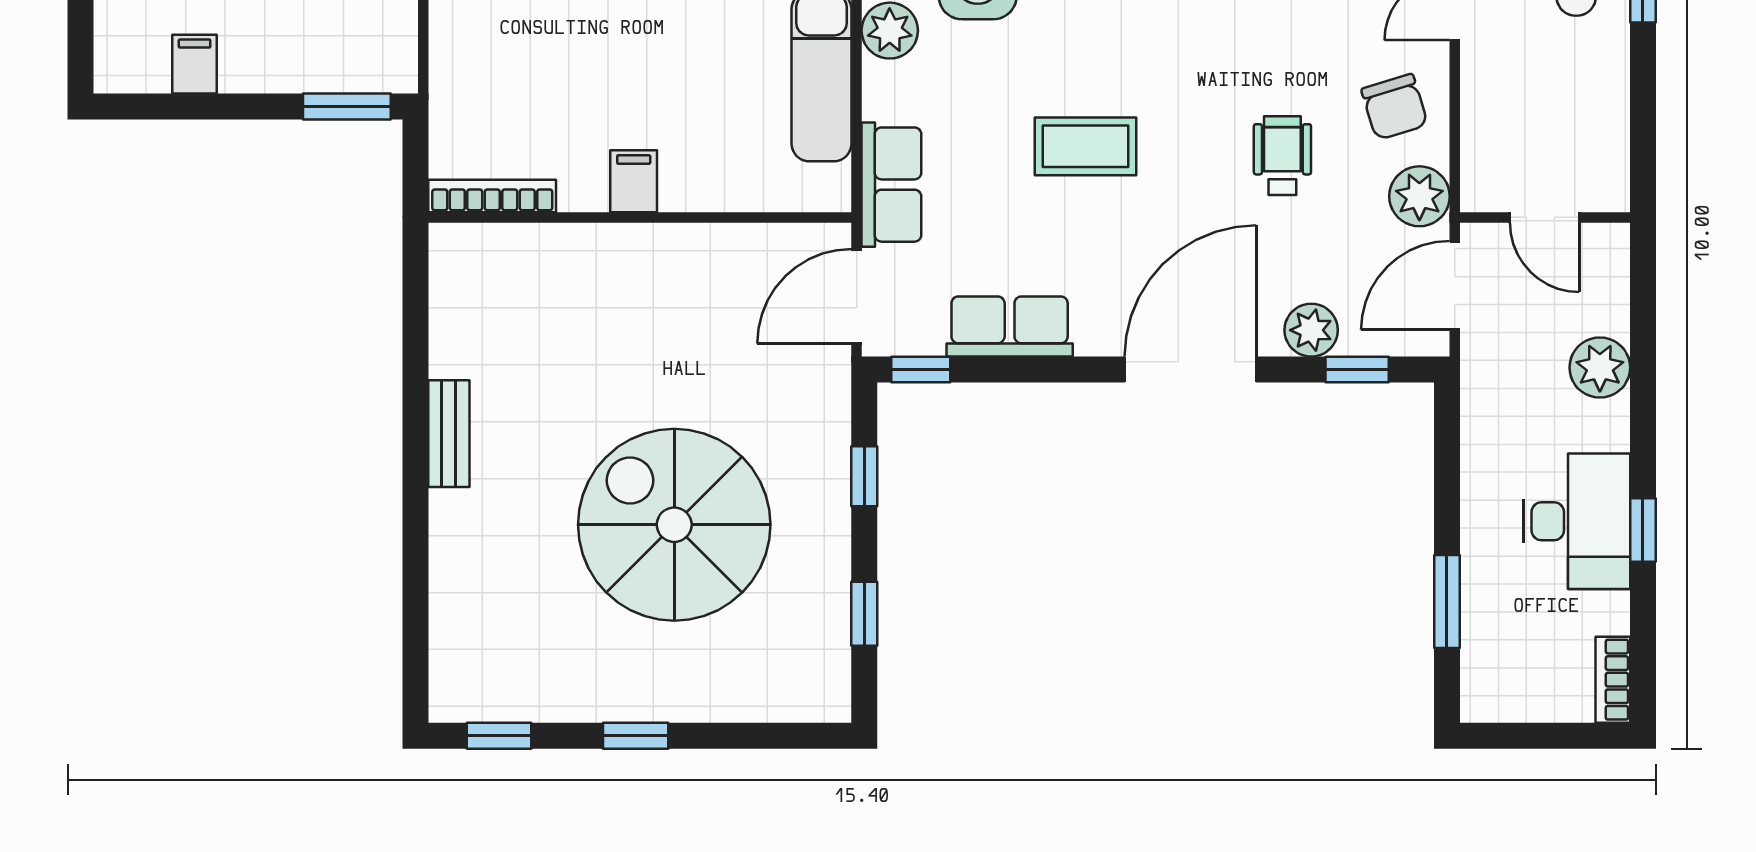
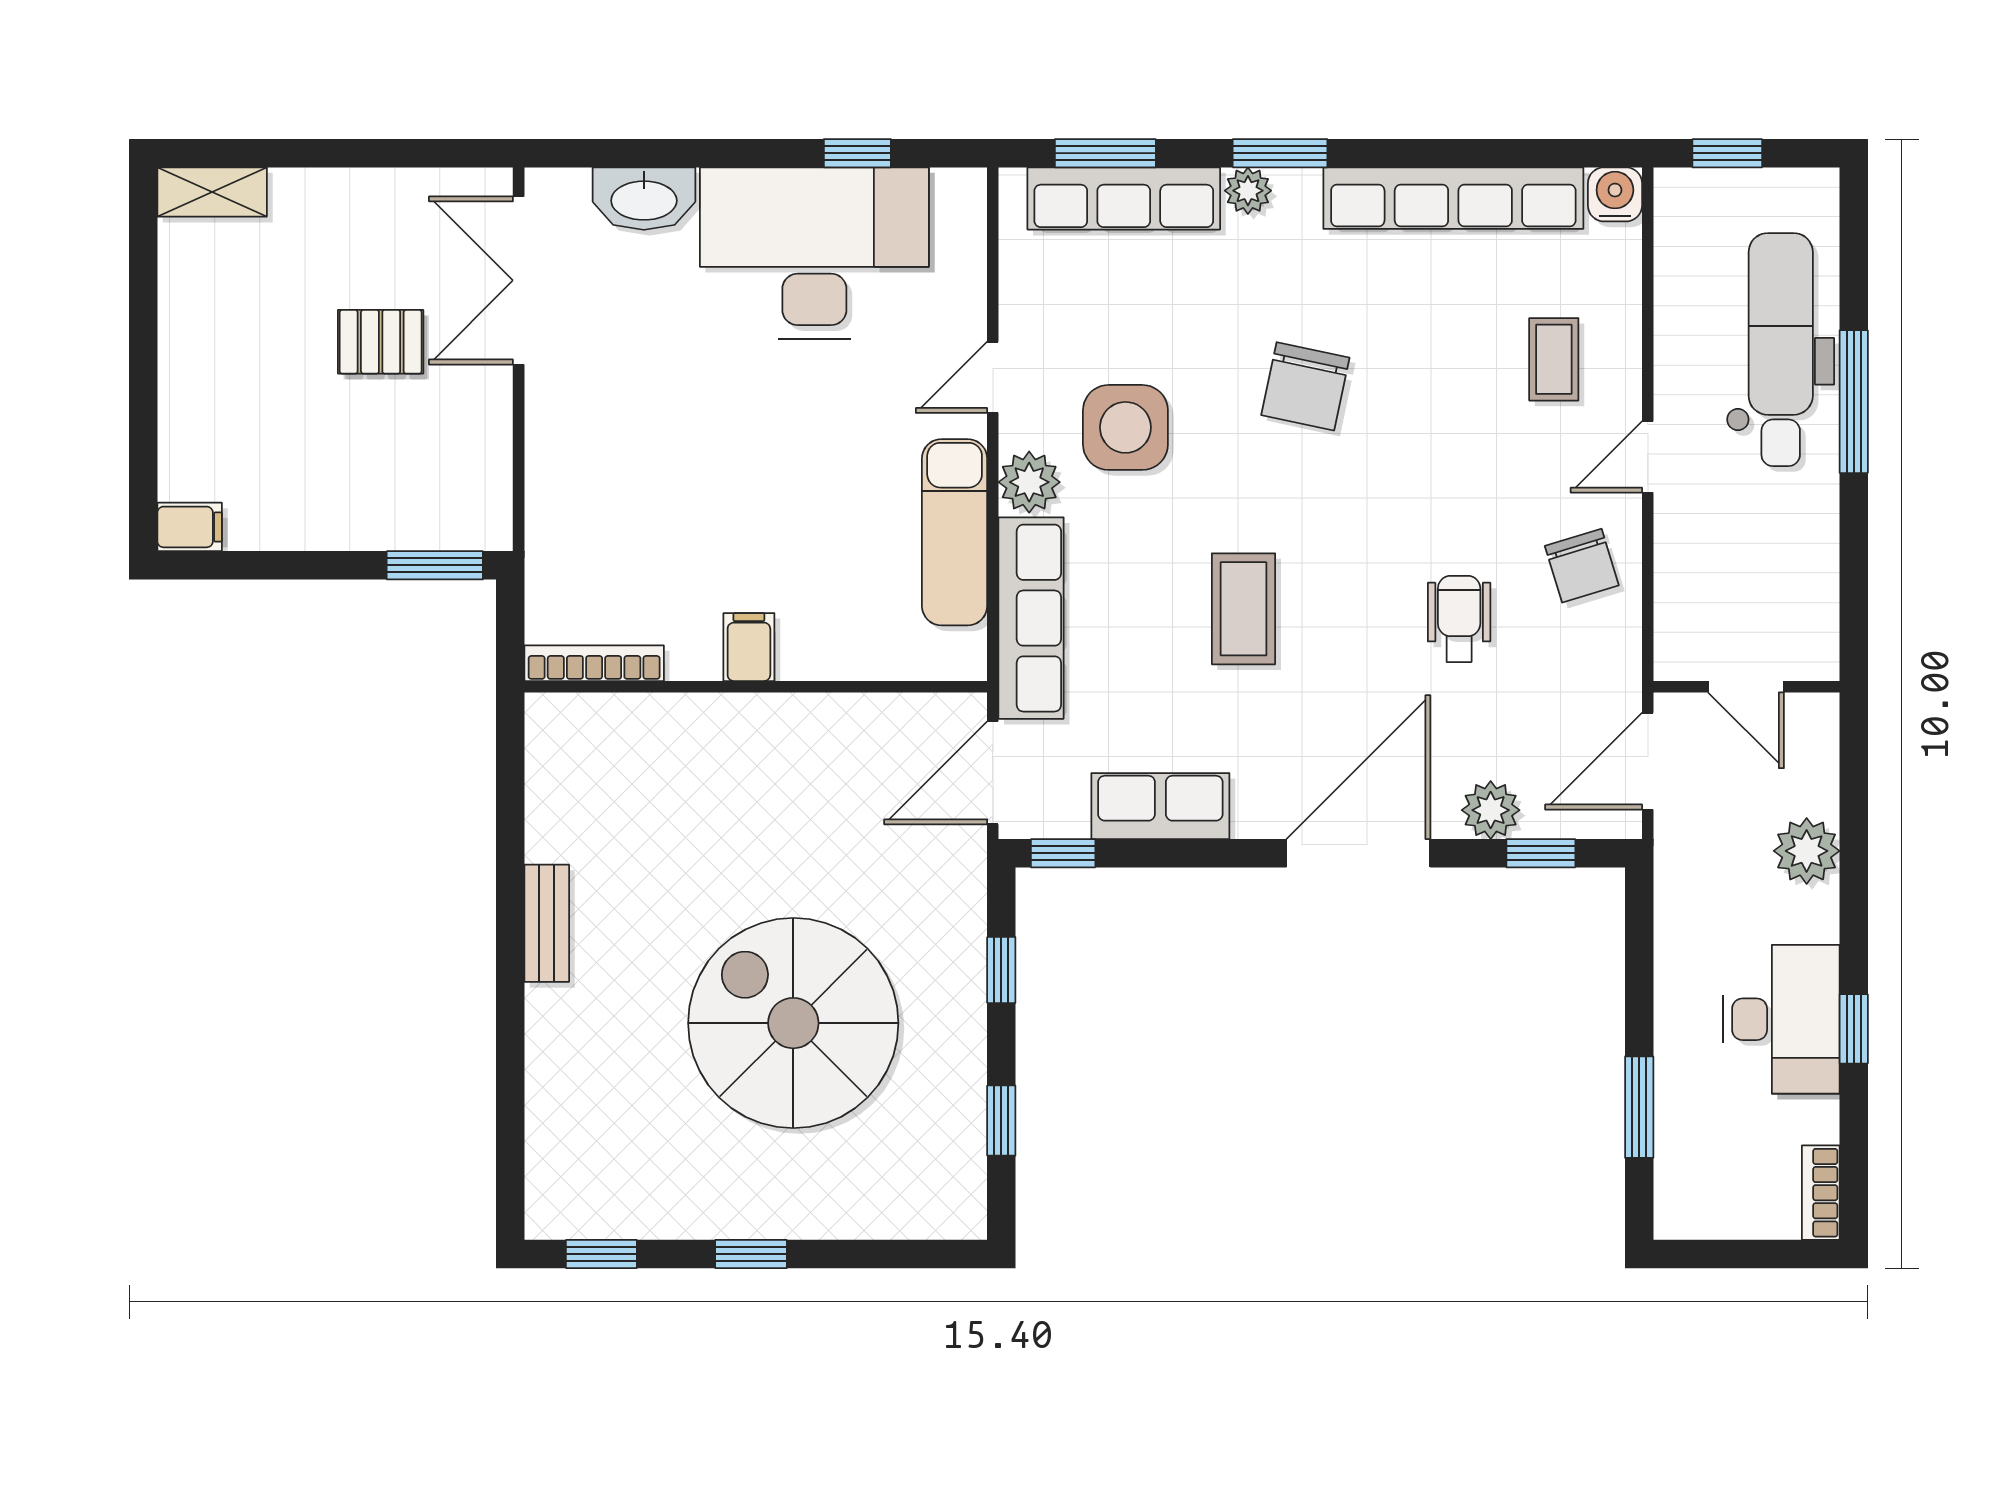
filing cabinet: (195, 64) -> (190, 527), moved, turned 90
coffee table: (1085, 146) -> (1243, 609), turned 90
row of seats: (891, 185) -> (1031, 618), width x1.48
plant: (1419, 196) -> (1609, 664), removed

